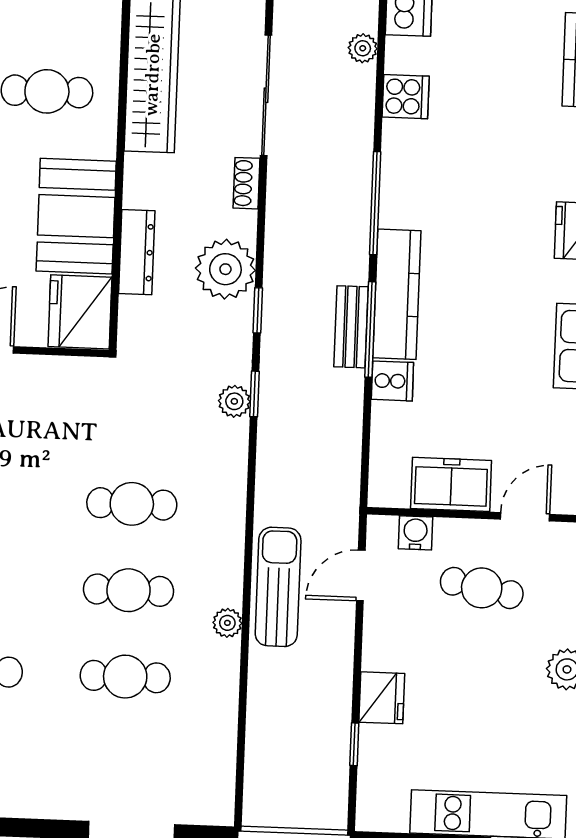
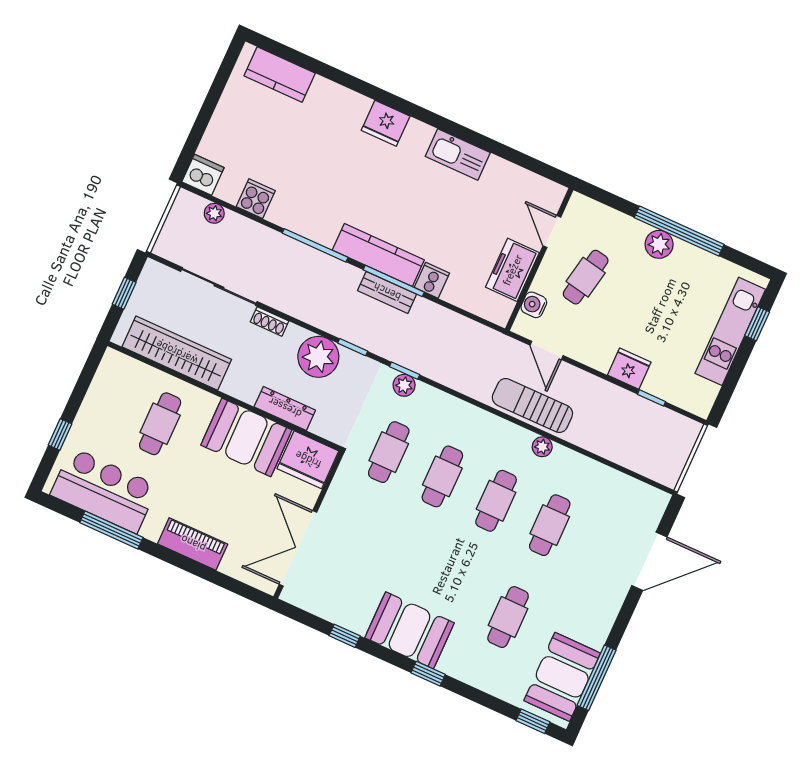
cafe table: (135, 417) -> (389, 452), added

